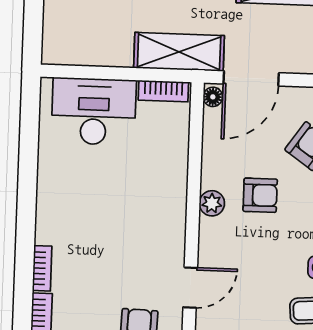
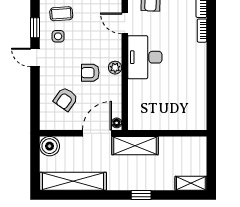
bookcase: (163, 91) -> (142, 125), removed
desk: (94, 111) -> (145, 57), moved, turned 90
door: (190, 288) -> (125, 23), hinge flipped

